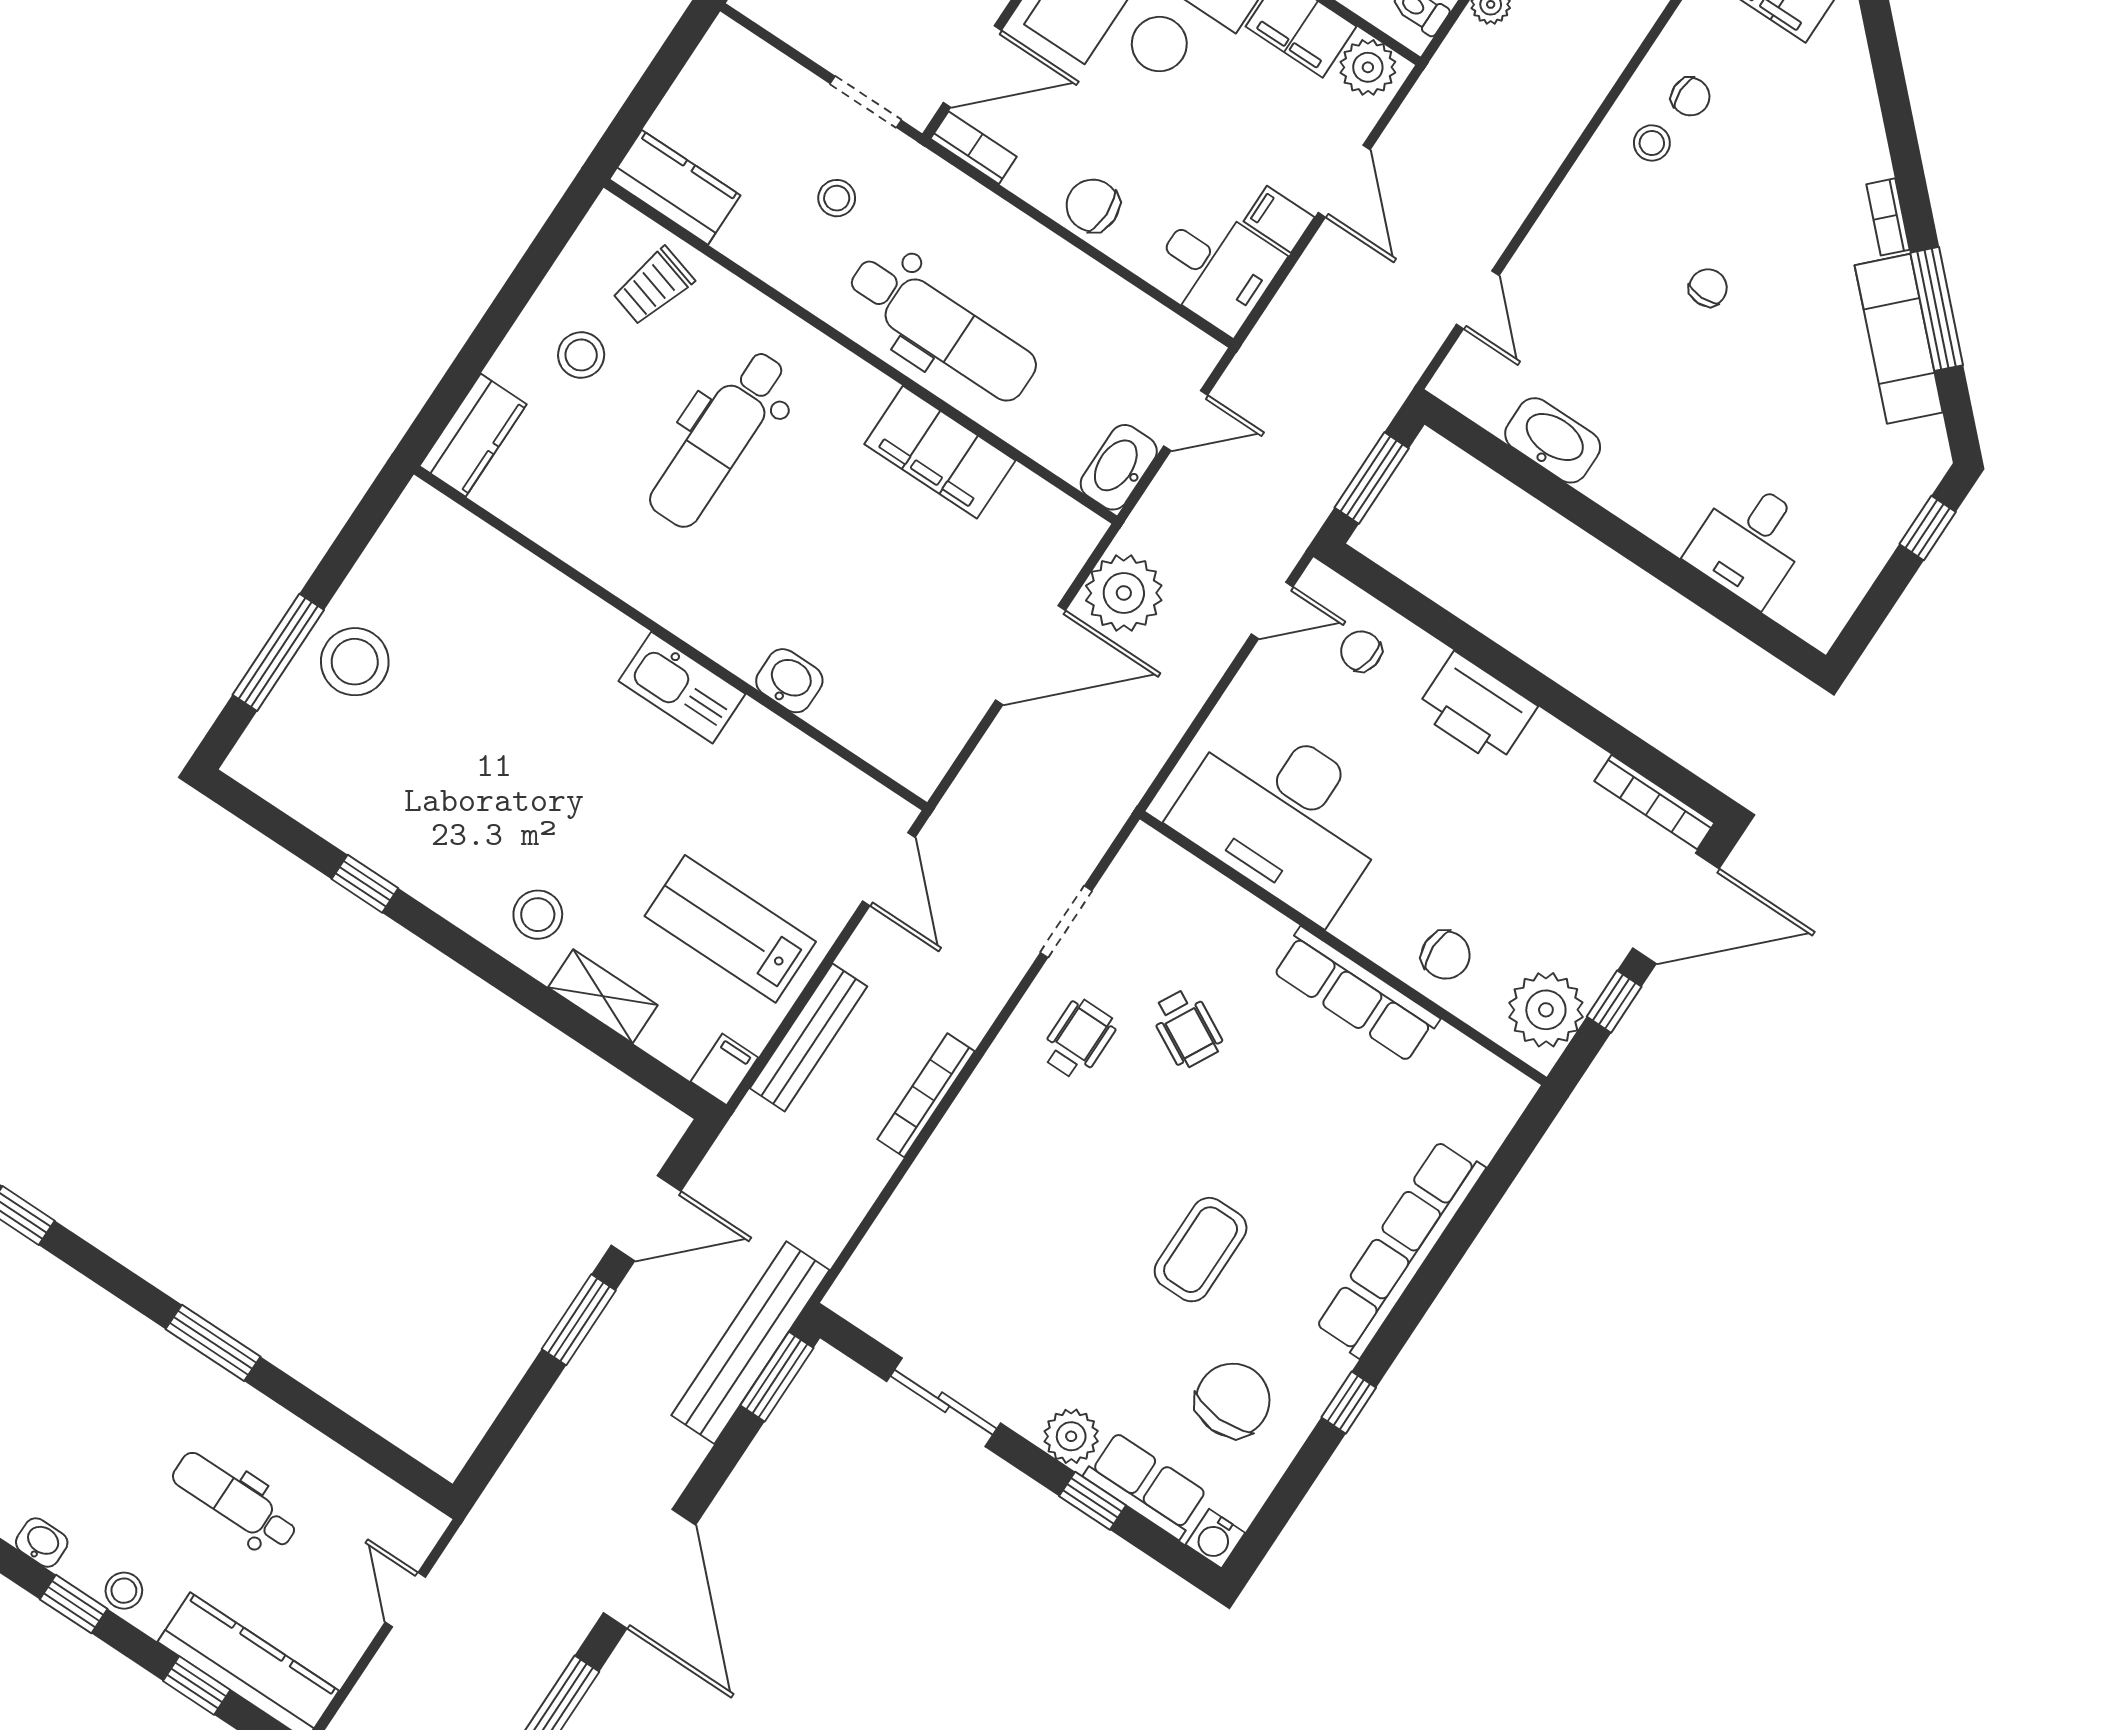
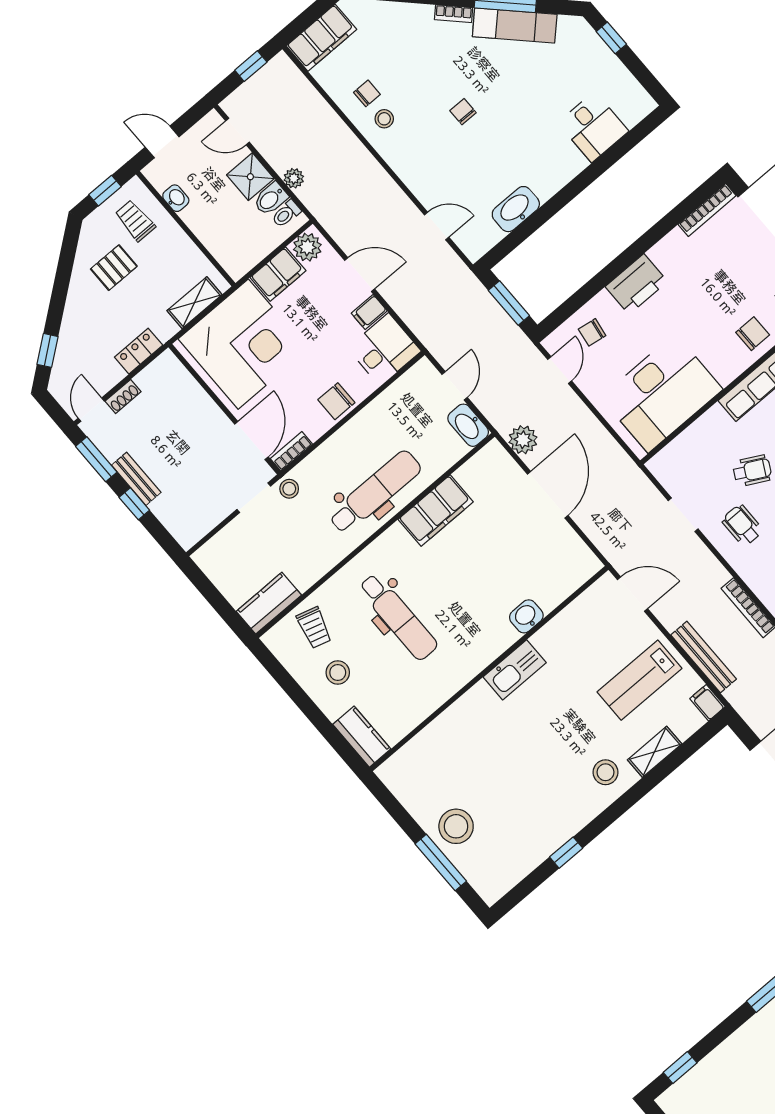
stool: (837, 198) -> (289, 489), moved
plant: (1124, 593) -> (523, 440), width x0.73, depth x0.73

